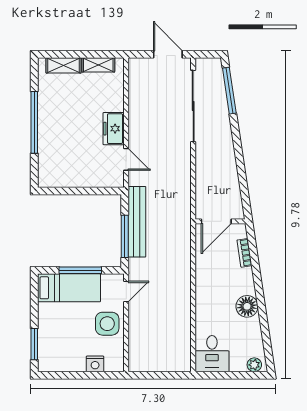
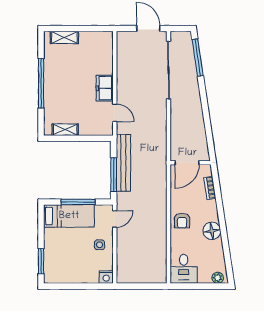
shelving: (98, 65) -> (65, 130), moved
armchair: (210, 294) -> (182, 221), added
side table: (107, 324) -> (100, 245), width x0.54, depth x0.54
nightstand: (95, 364) -> (106, 277), moved

